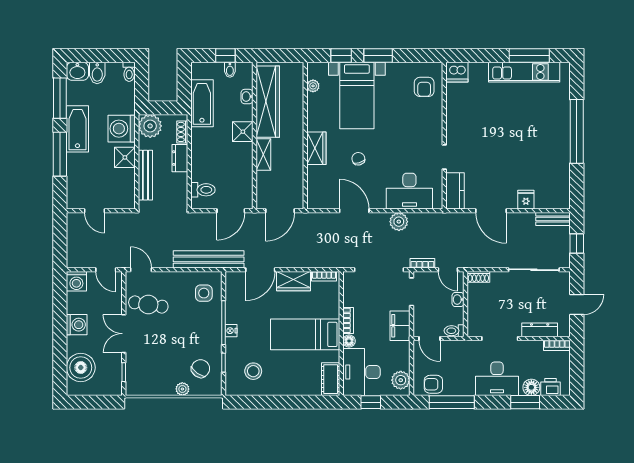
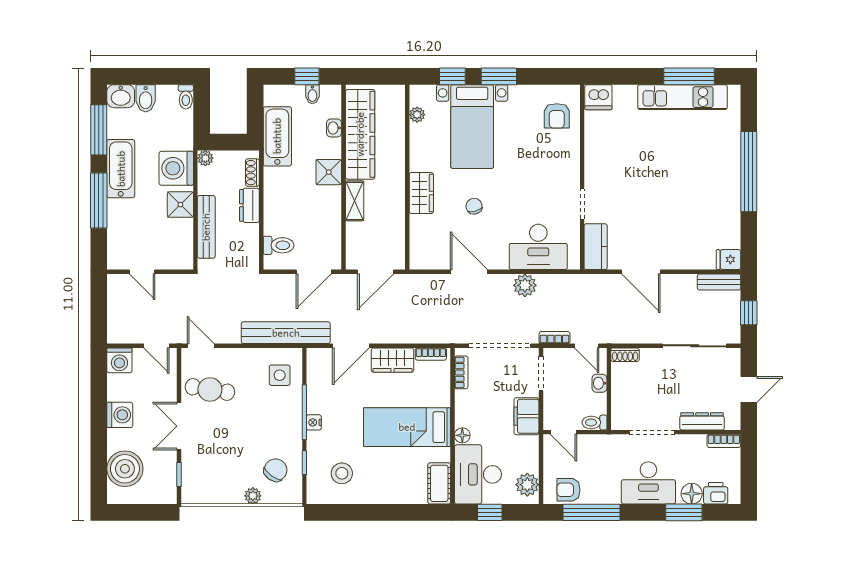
plant: (150, 126) -> (205, 158), width x0.53, depth x0.53
fridge: (526, 200) -> (728, 260), moved, turned -90
bookcase: (348, 320) -> (461, 372), moved

